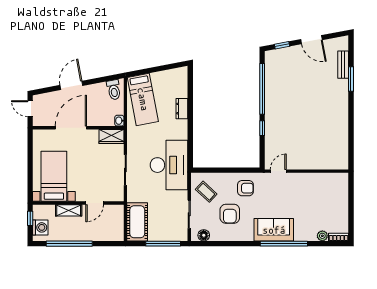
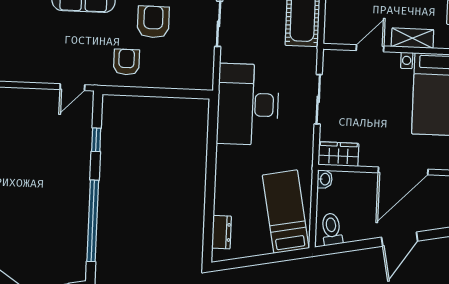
dresser: (182, 109) -> (222, 232), moved
window: (262, 128) -> (96, 140), moved
armchair: (245, 188) -> (126, 62), turned 90
coffee table: (206, 192) -> (190, 59), removed

